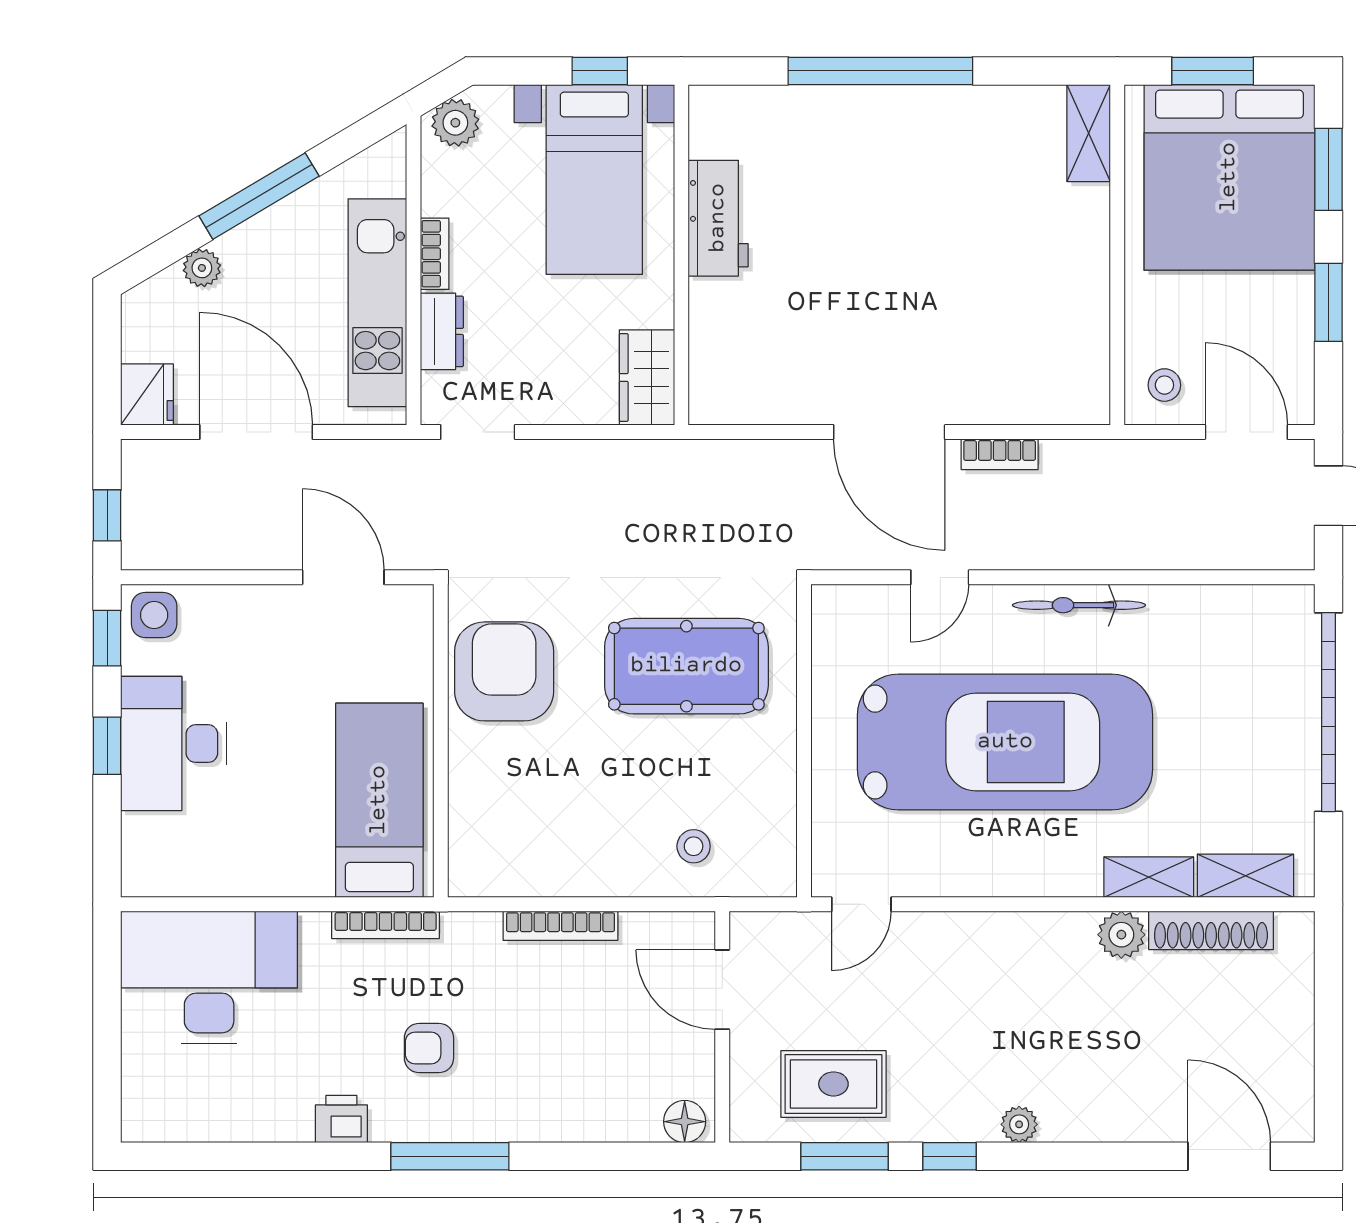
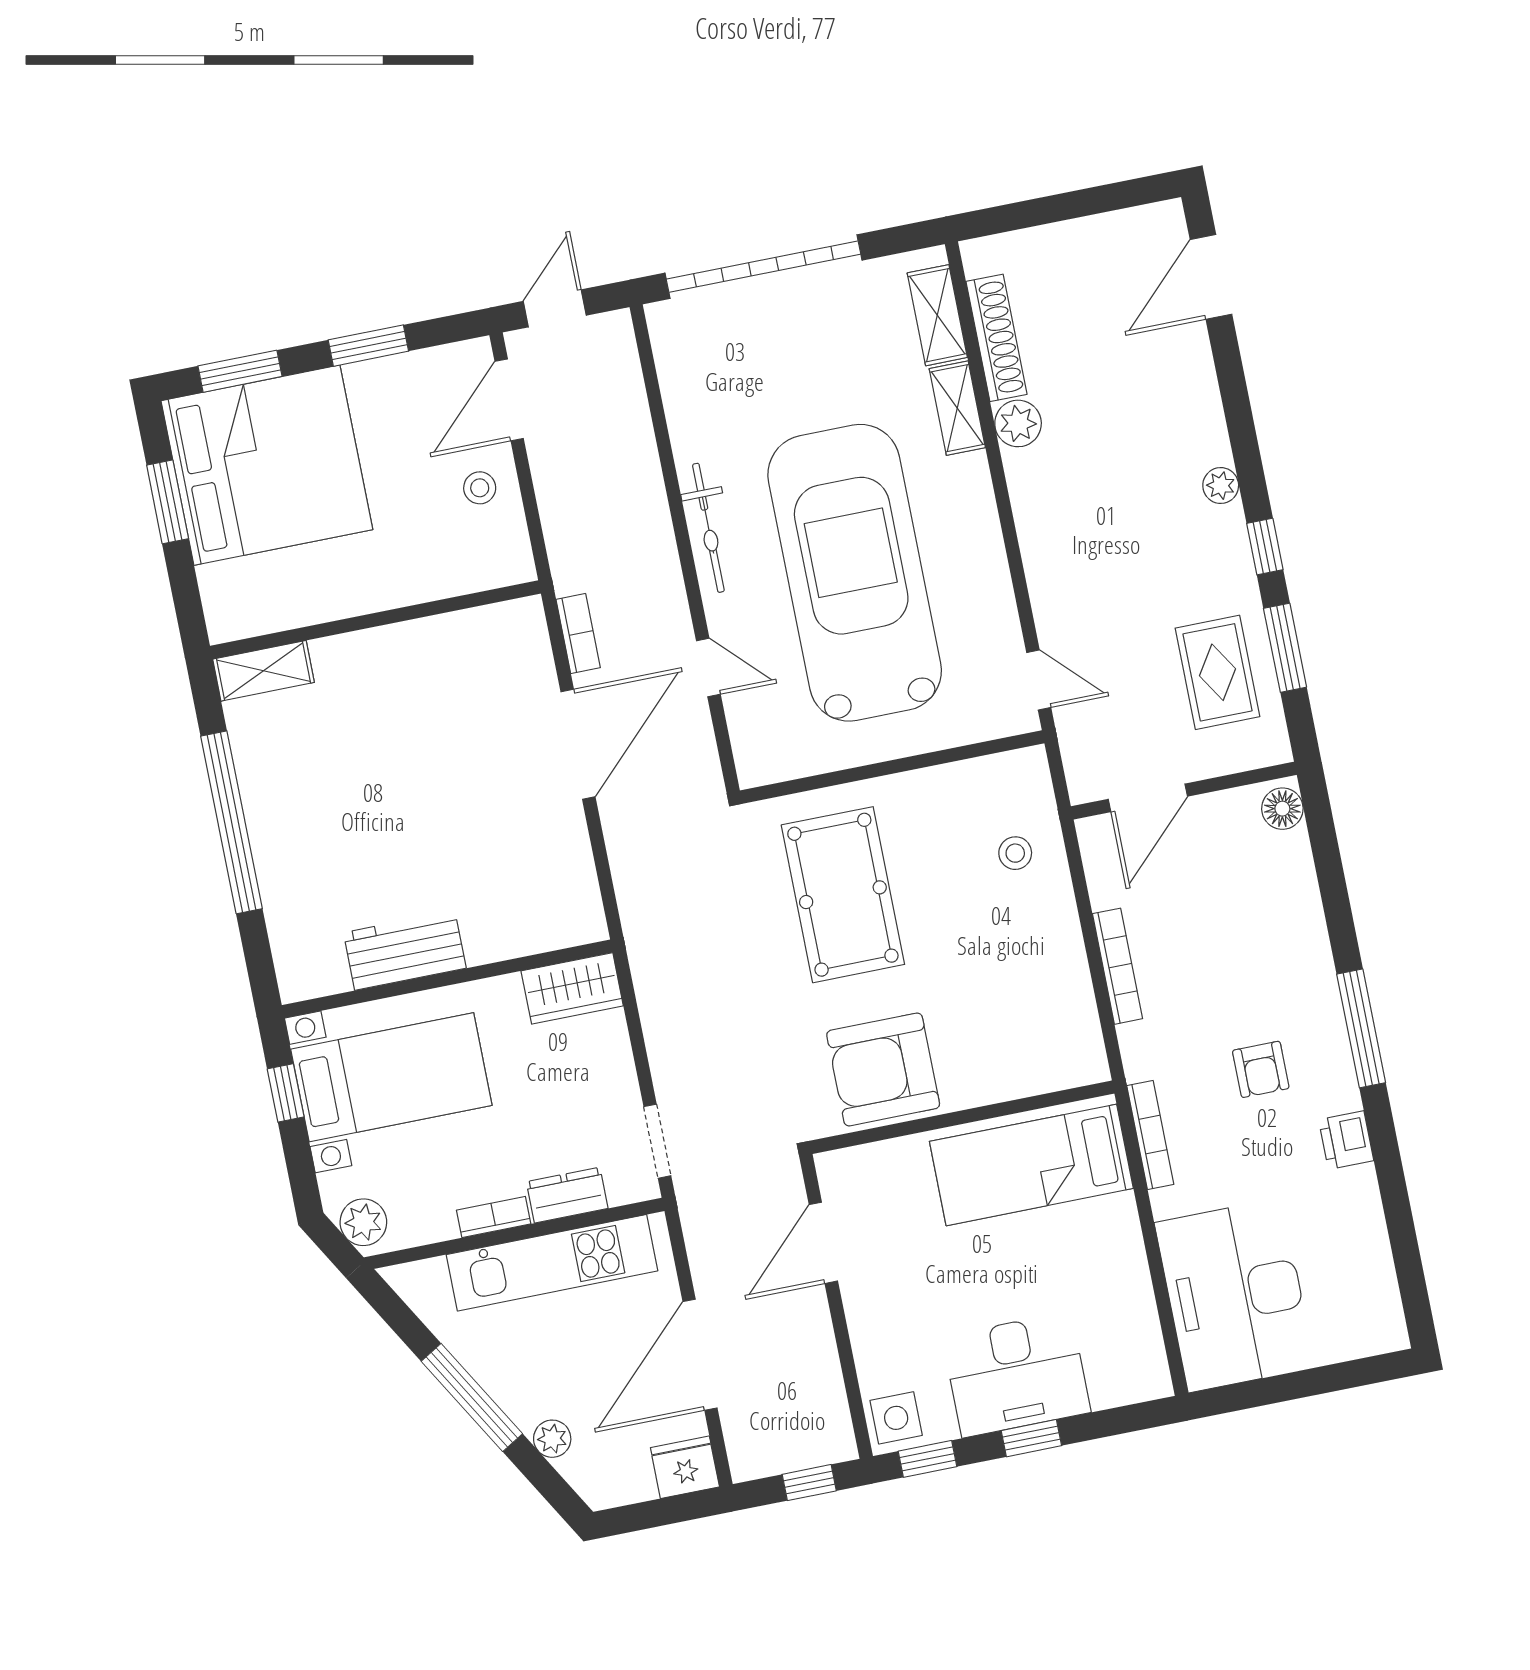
shelving: (1089, 133) -> (264, 671), moved
wall: (1117, 255) -> (375, 620), moved

